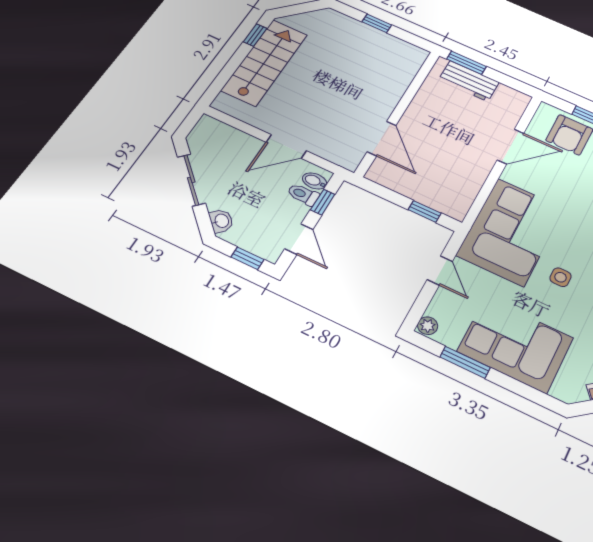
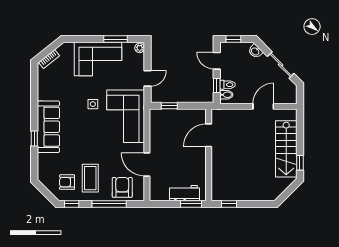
window: (377, 23) -> (229, 204), moved
door: (382, 138) -> (209, 135), hinge flipped
door: (286, 147) -> (263, 106), moved
door: (510, 147) -> (147, 164), hinge flipped
door: (440, 270) -> (148, 78), swing flipped

